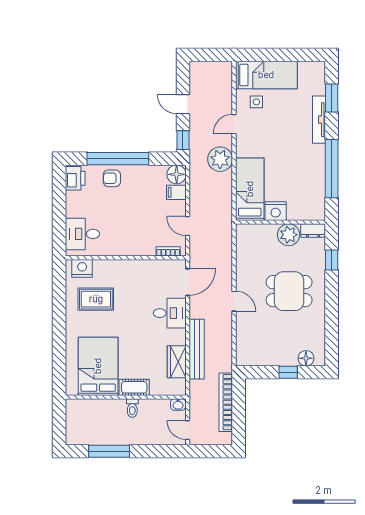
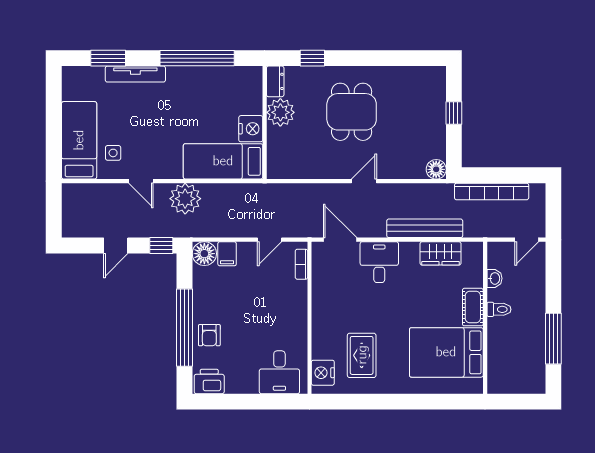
floor lamp: (306, 358) -> (436, 169), moved
washbasin: (178, 404) -> (494, 278), moved

